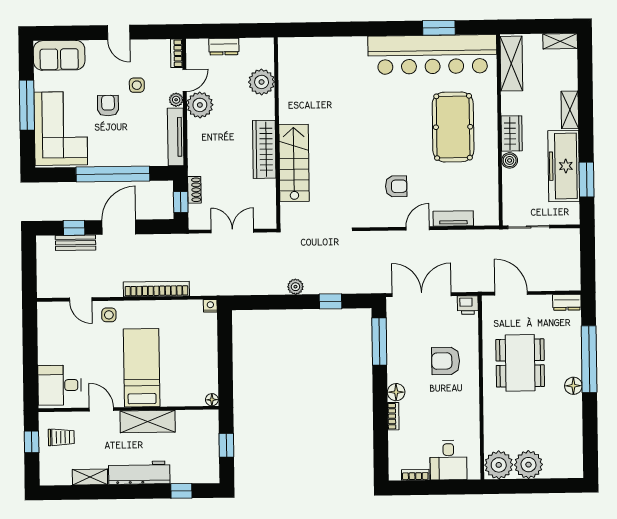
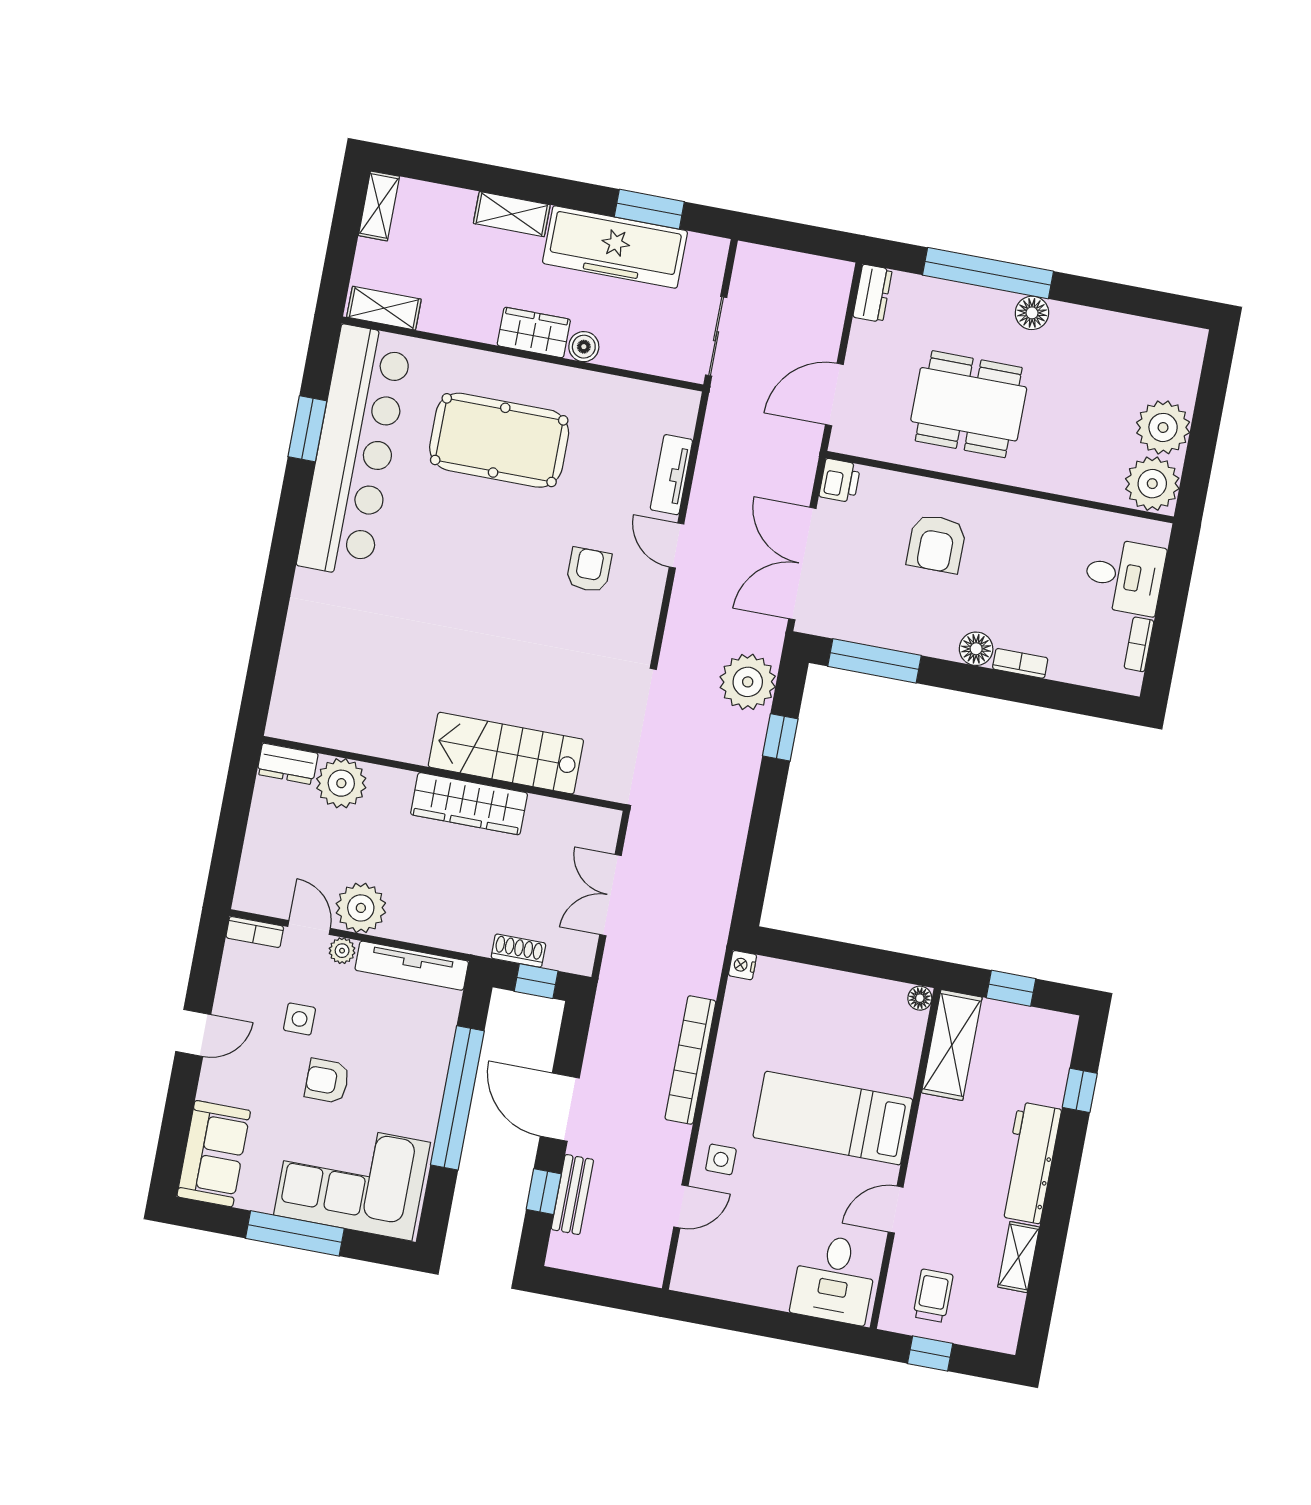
dresser: (224, 47) -> (287, 764), moved, turned 90
shelving: (511, 64) -> (384, 308), width x0.67, depth x0.75
plant: (295, 287) -> (748, 682), moved, width x1.88, depth x1.88
shelving: (148, 421) -> (952, 1045), moved

